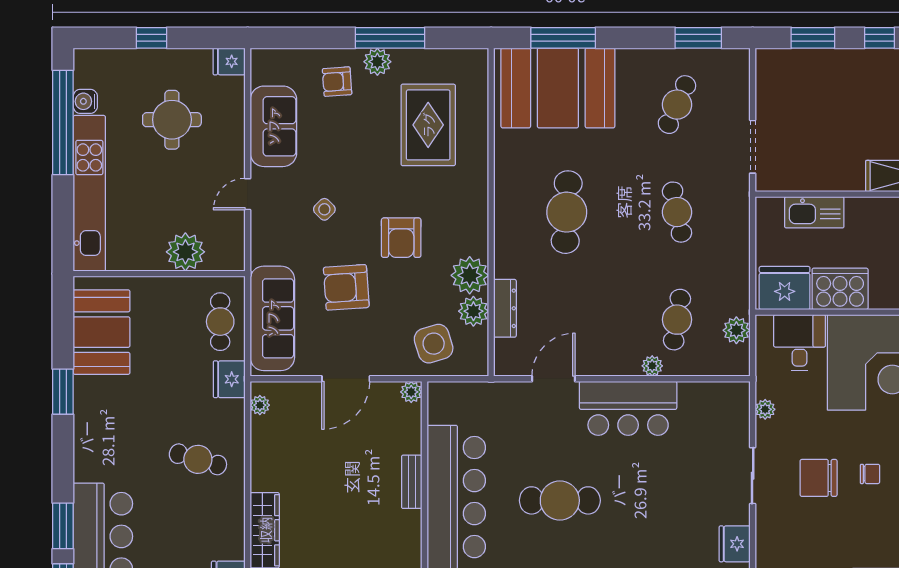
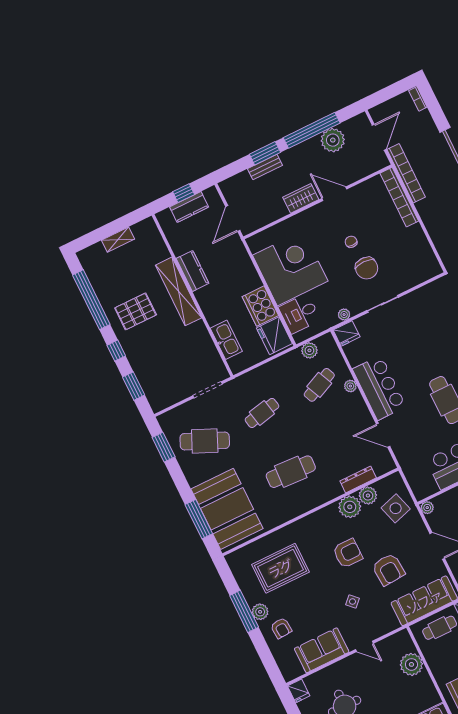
cafe table: (677, 105) -> (205, 441), width x1.37, depth x1.35
cafe table: (677, 320) -> (319, 385), turned -33
fridge: (735, 544) -> (347, 333), moved

